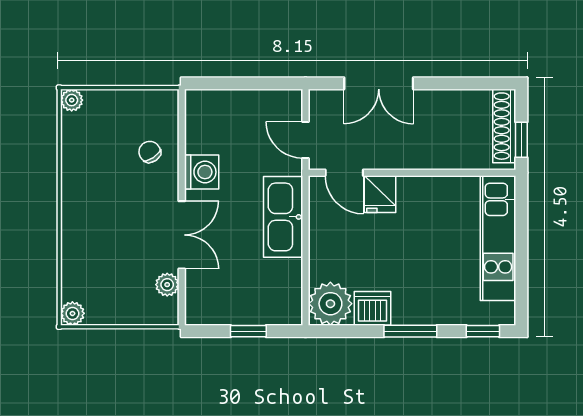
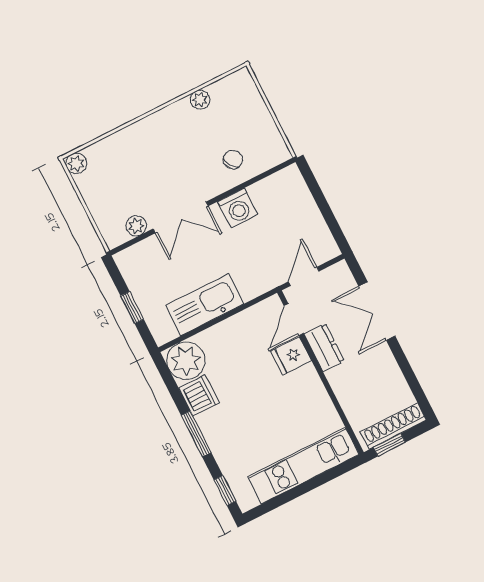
plant: (72, 100) -> (200, 100), moved
dresser: (388, 156) -> (324, 347), added
kitchen sink: (283, 217) -> (205, 305), moved

